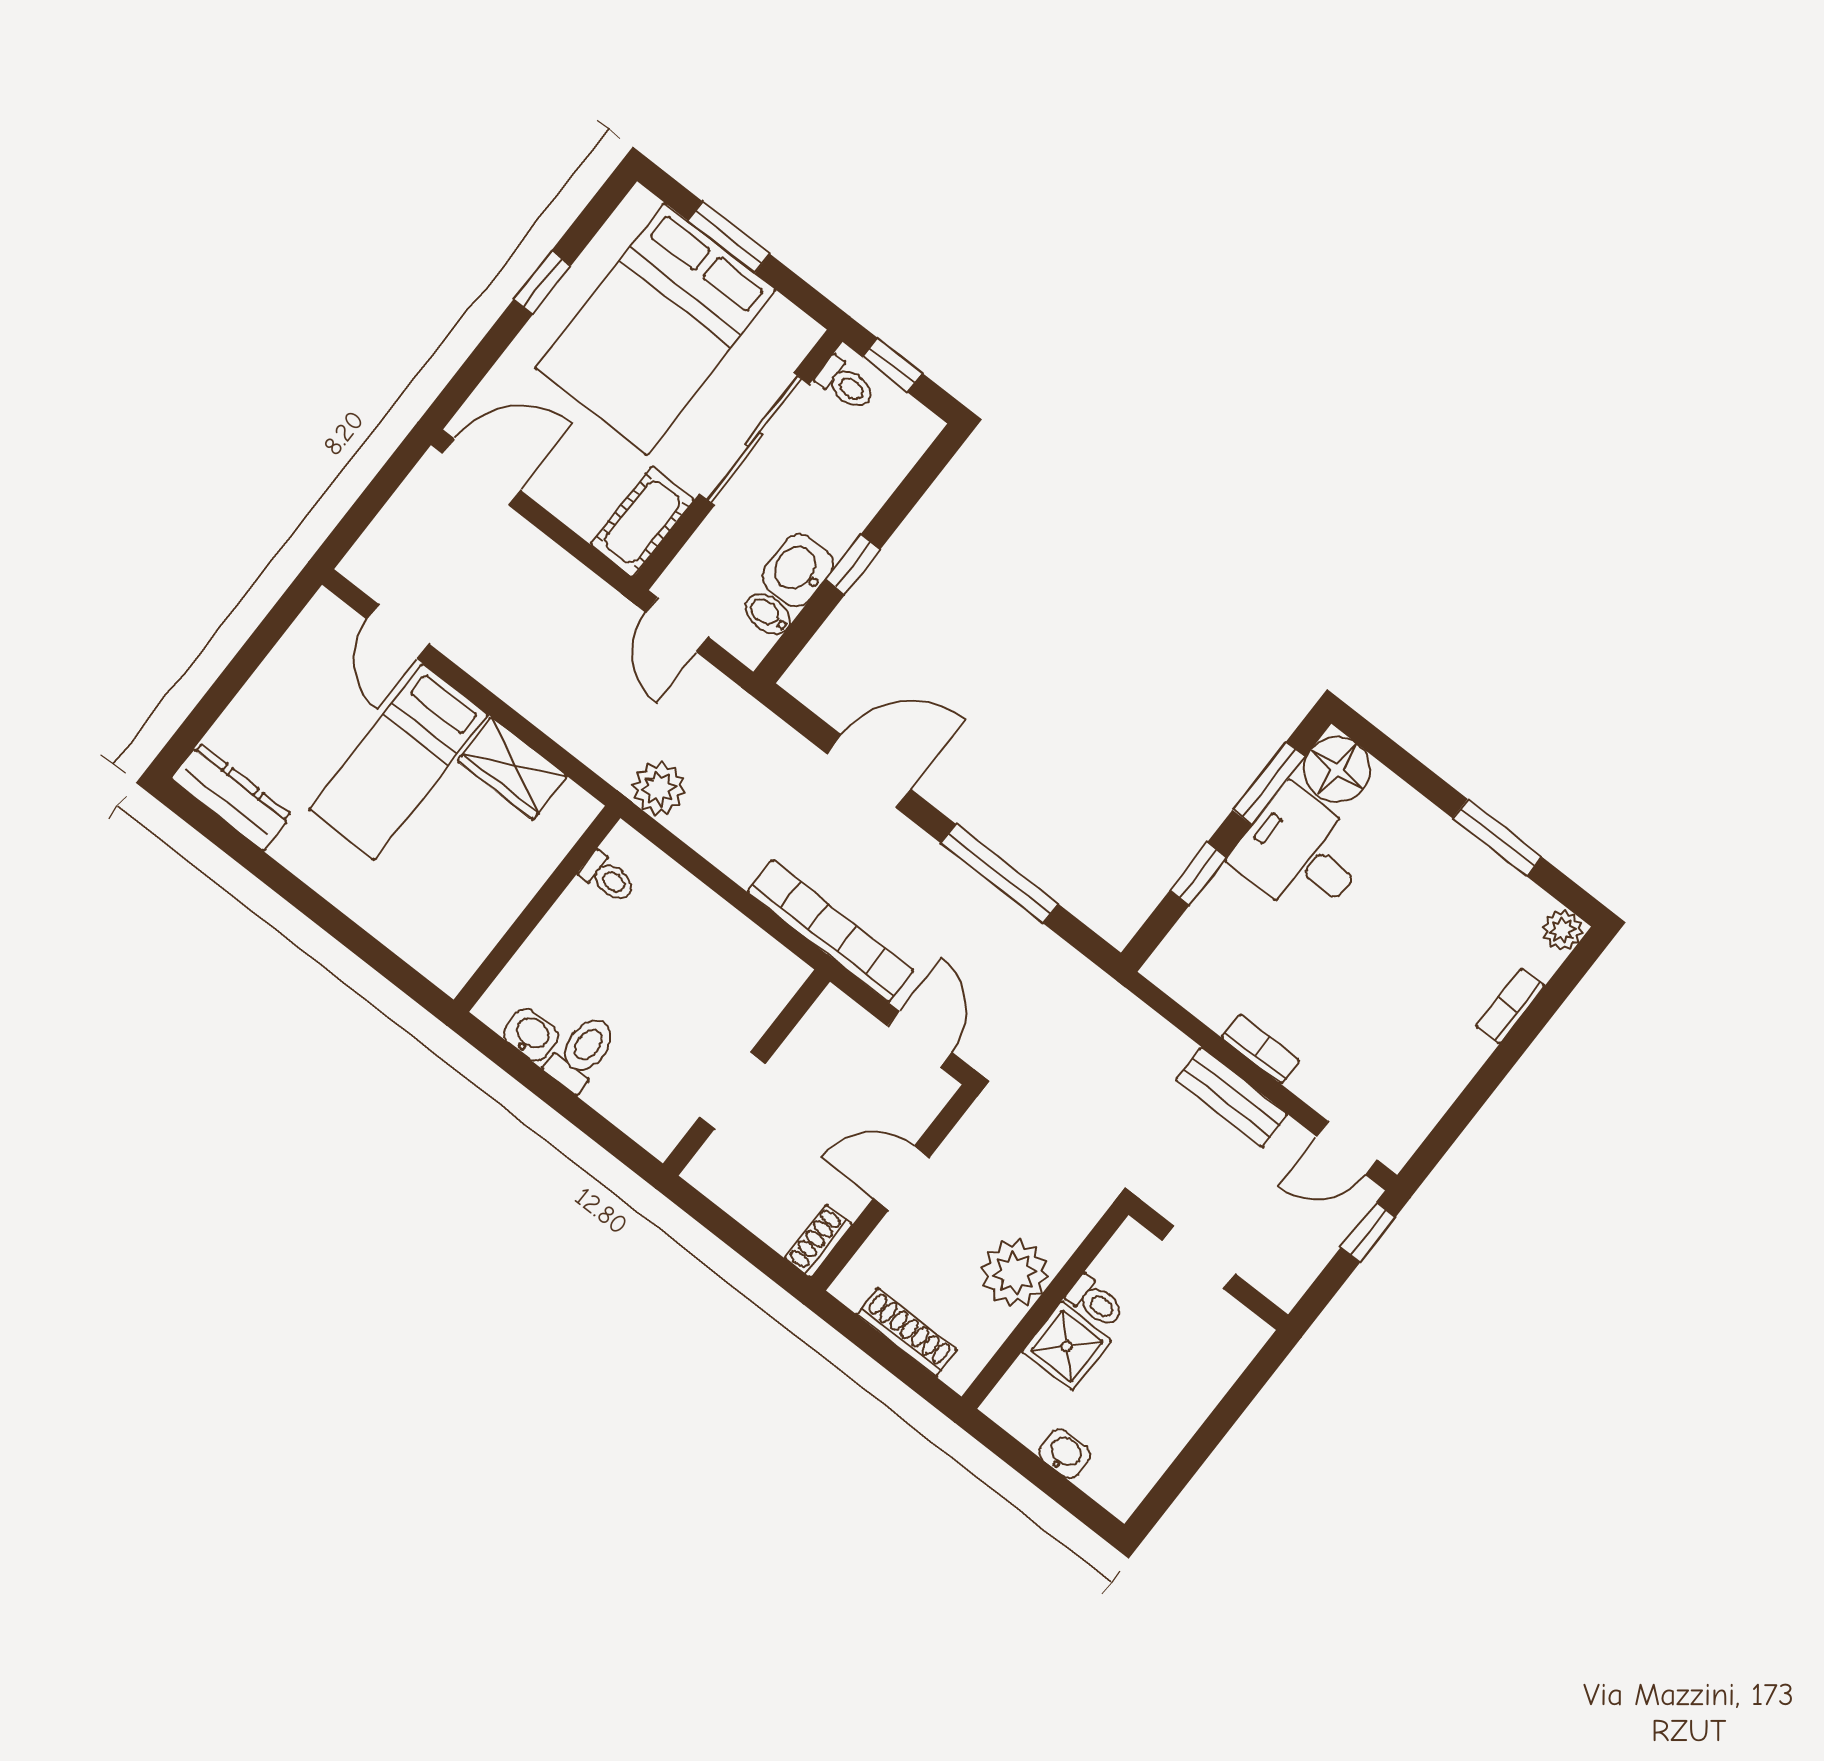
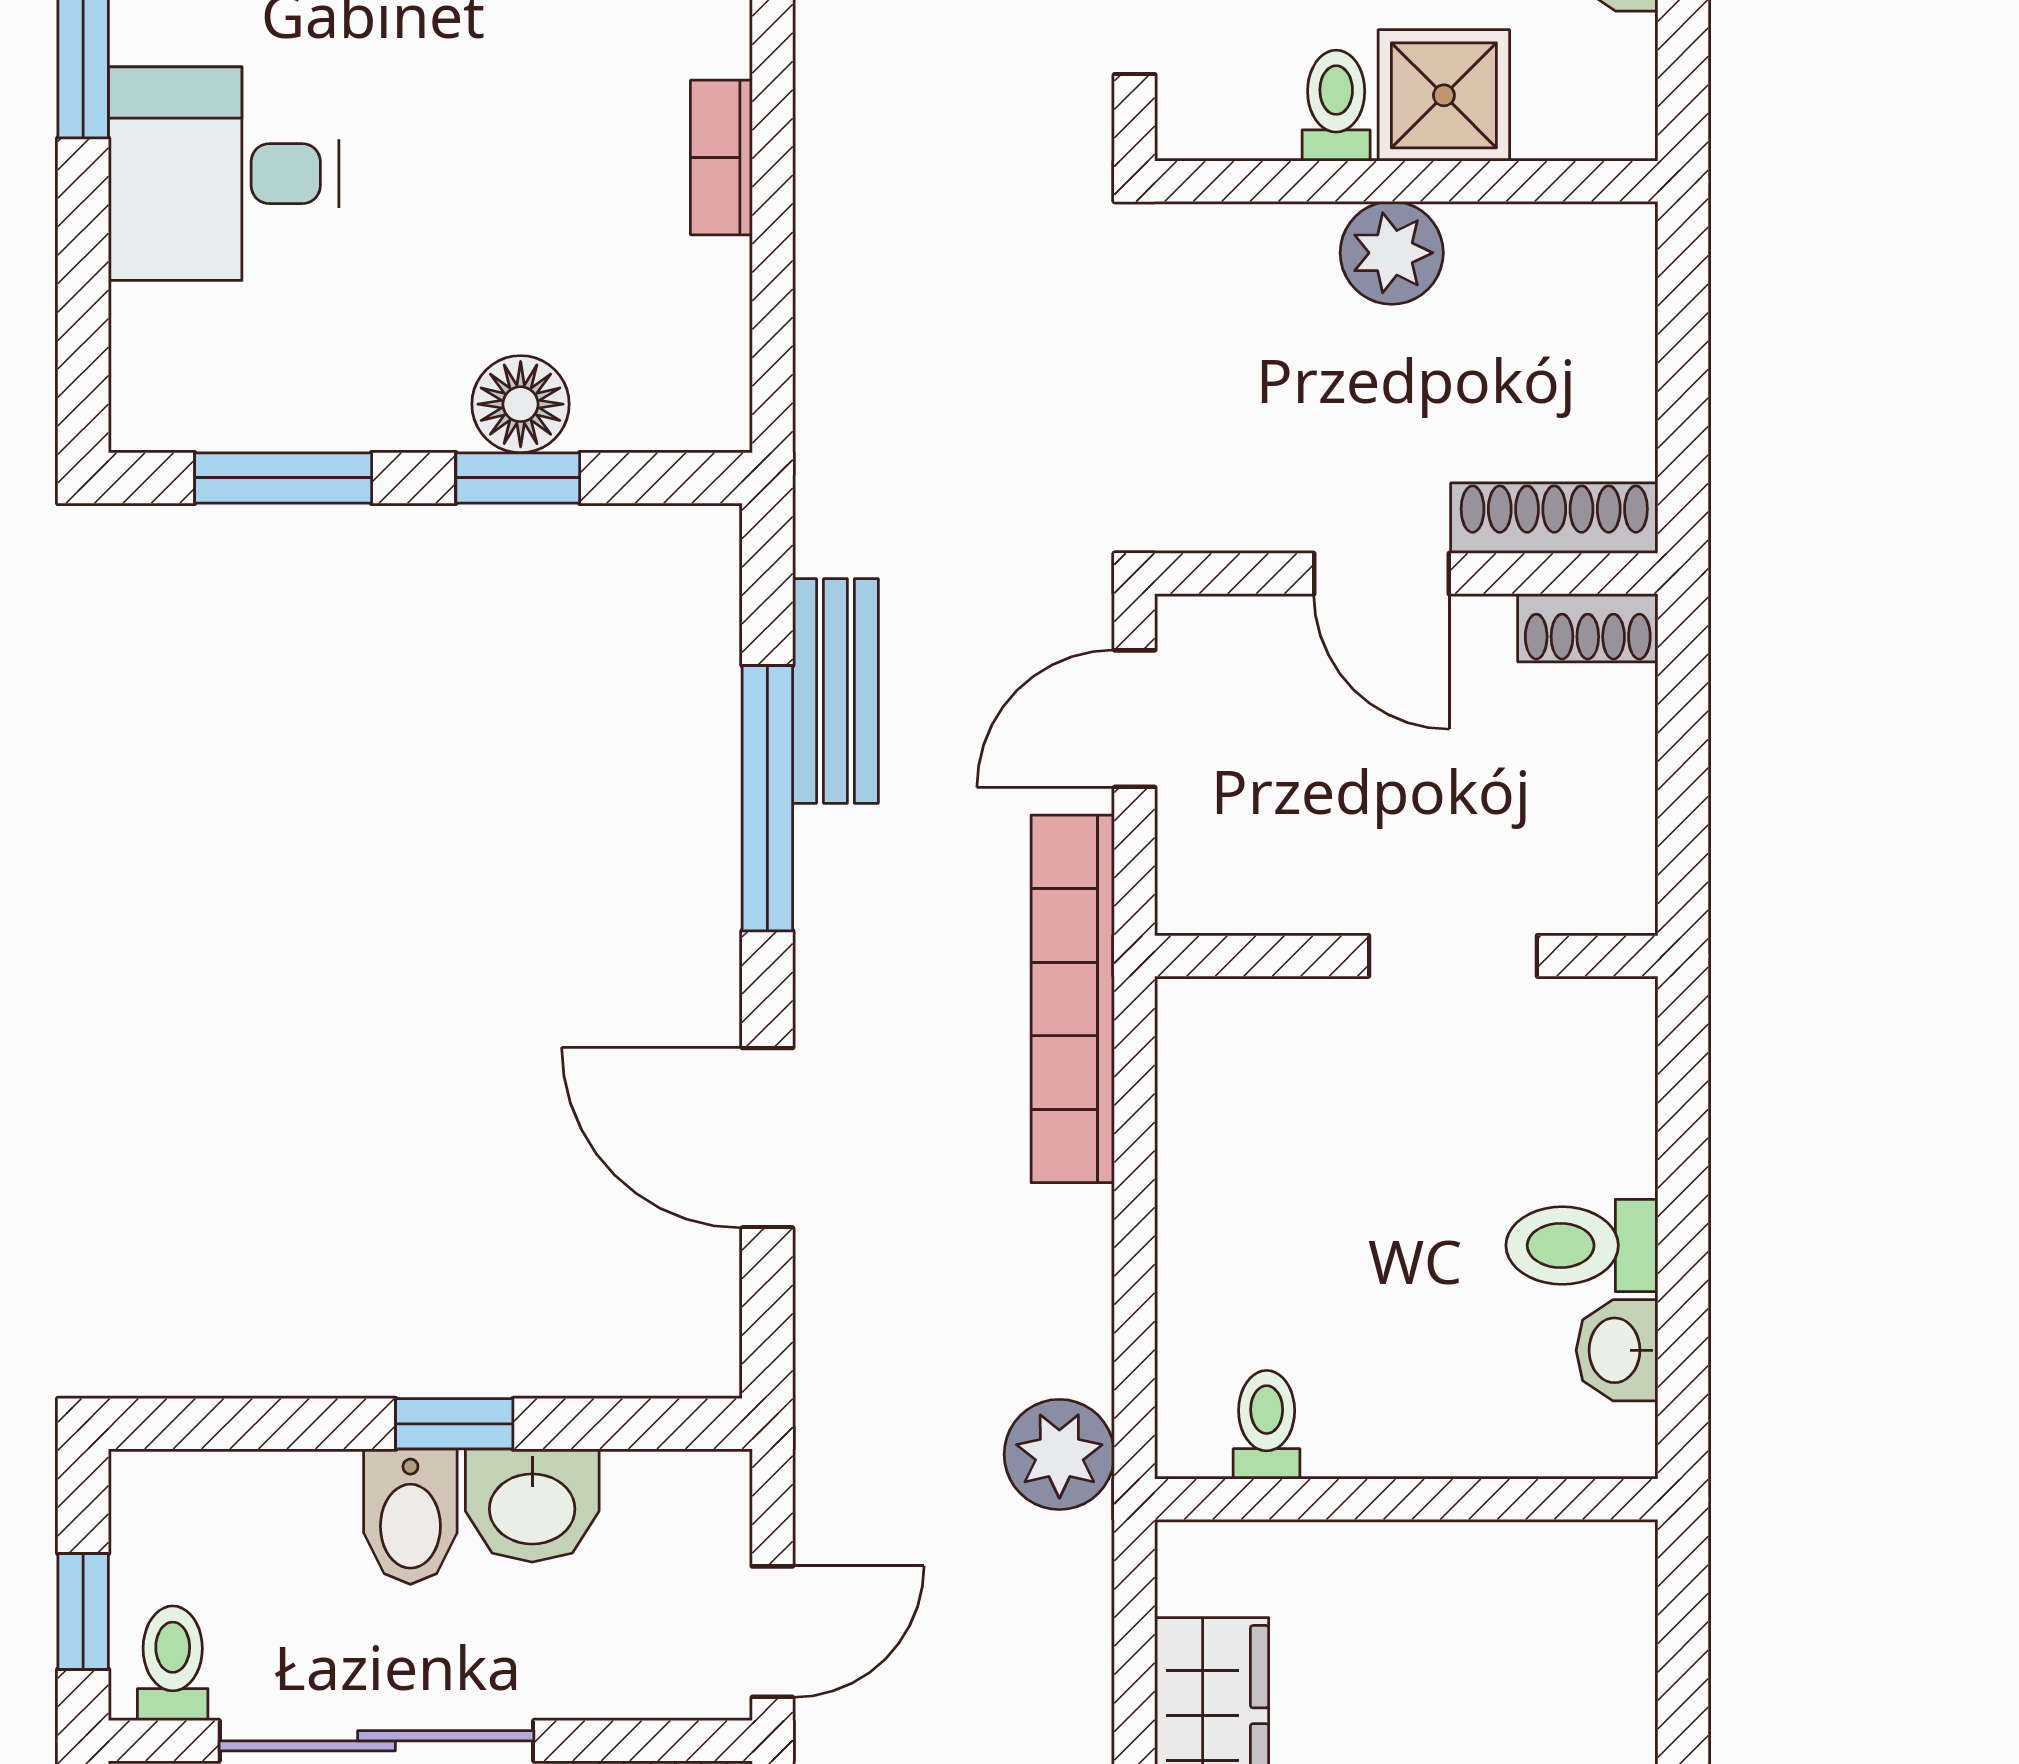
bidet: (768, 614) -> (410, 1517), moved, width x1.38, depth x1.36
floor lamp: (1337, 770) -> (521, 404), moved, width x0.73, depth x0.73
desk: (1301, 854) -> (224, 174), moved, turned 90
bench: (1232, 1097) -> (835, 691), moved
plant: (1015, 1273) -> (1392, 253), width x0.73, depth x0.73
shoe rack: (907, 1332) -> (1554, 518), moved, turned 90

